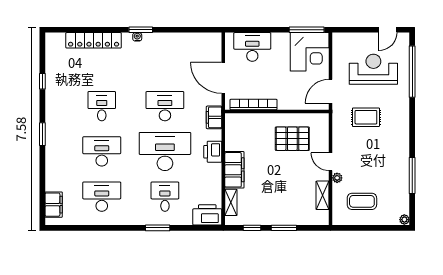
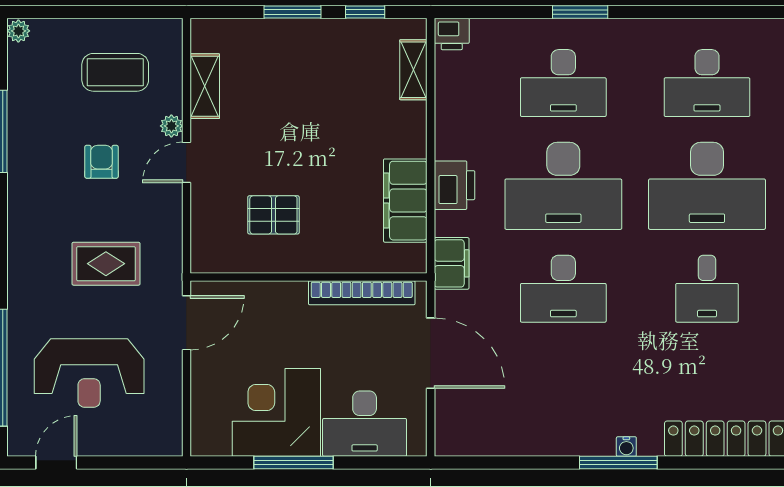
window: (141, 30) -> (618, 463), width x1.44
window: (307, 30) -> (294, 463), moved
corner desk: (310, 52) -> (276, 412), moved
pallet: (292, 139) -> (273, 215), width x0.67, depth x0.71
desk: (102, 151) -> (707, 186), width x1.36, depth x1.30
door: (331, 162) -> (186, 162), swing flipped
armchair: (368, 162) -> (102, 162), added
filing cabinet: (234, 170) -> (405, 201), moved
desk: (165, 197) -> (563, 83), width x1.37
printer: (207, 215) -> (452, 34), width x0.53, depth x0.68

